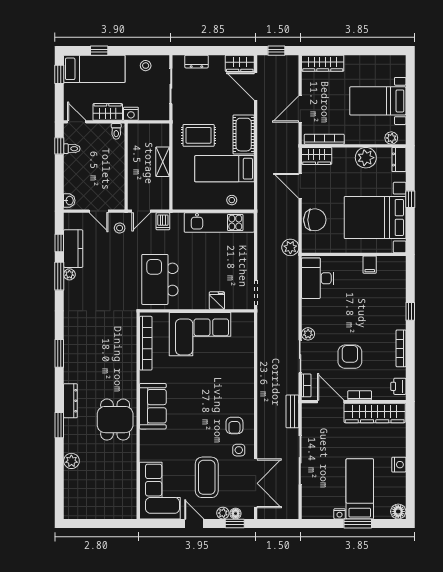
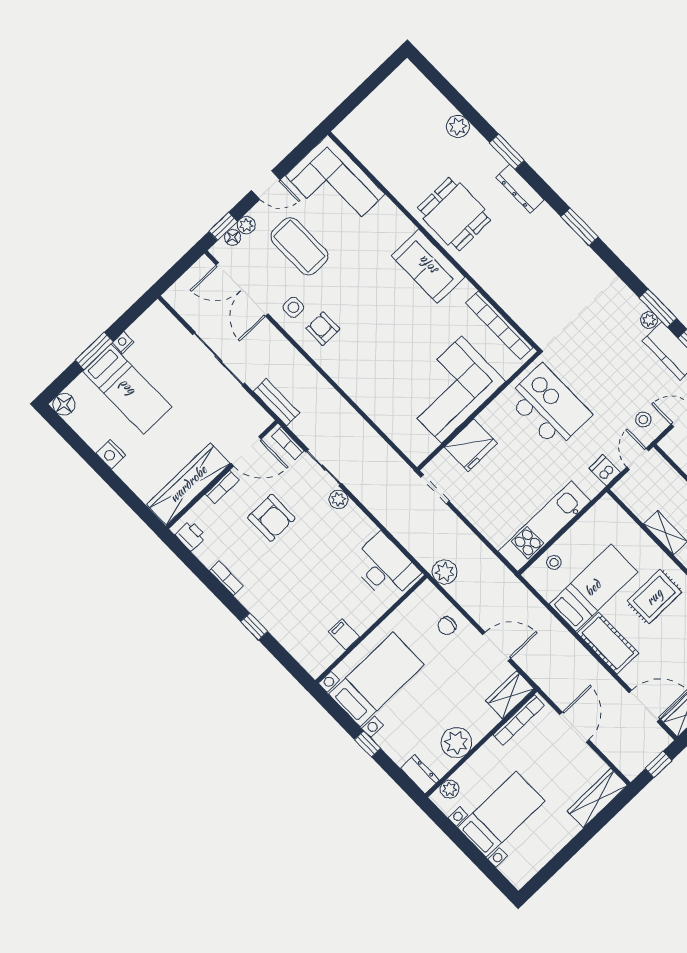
bed with nightstands: (375, 218) -> (376, 679), width x0.73
chair: (315, 220) -> (447, 626), width x0.54, depth x0.54
fridge: (217, 300) -> (471, 445), width x1.88, depth x1.34
bookcase: (401, 348) -> (226, 578), width x0.64

